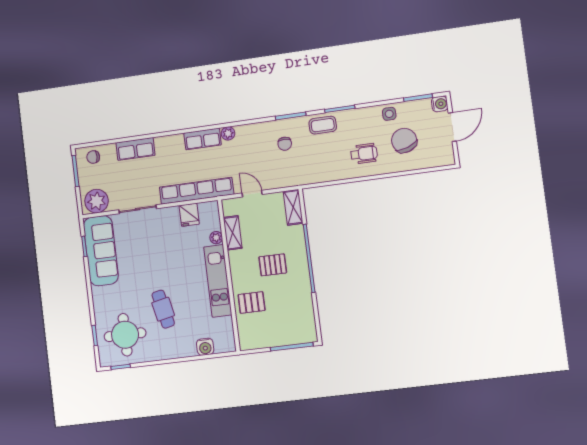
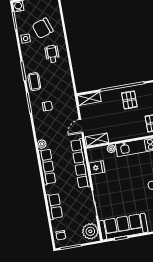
row of seats: (203, 139) -> (47, 167), width x1.48
shelving: (233, 233) -> (97, 140), moved
pallet: (273, 265) -> (129, 100), moved

